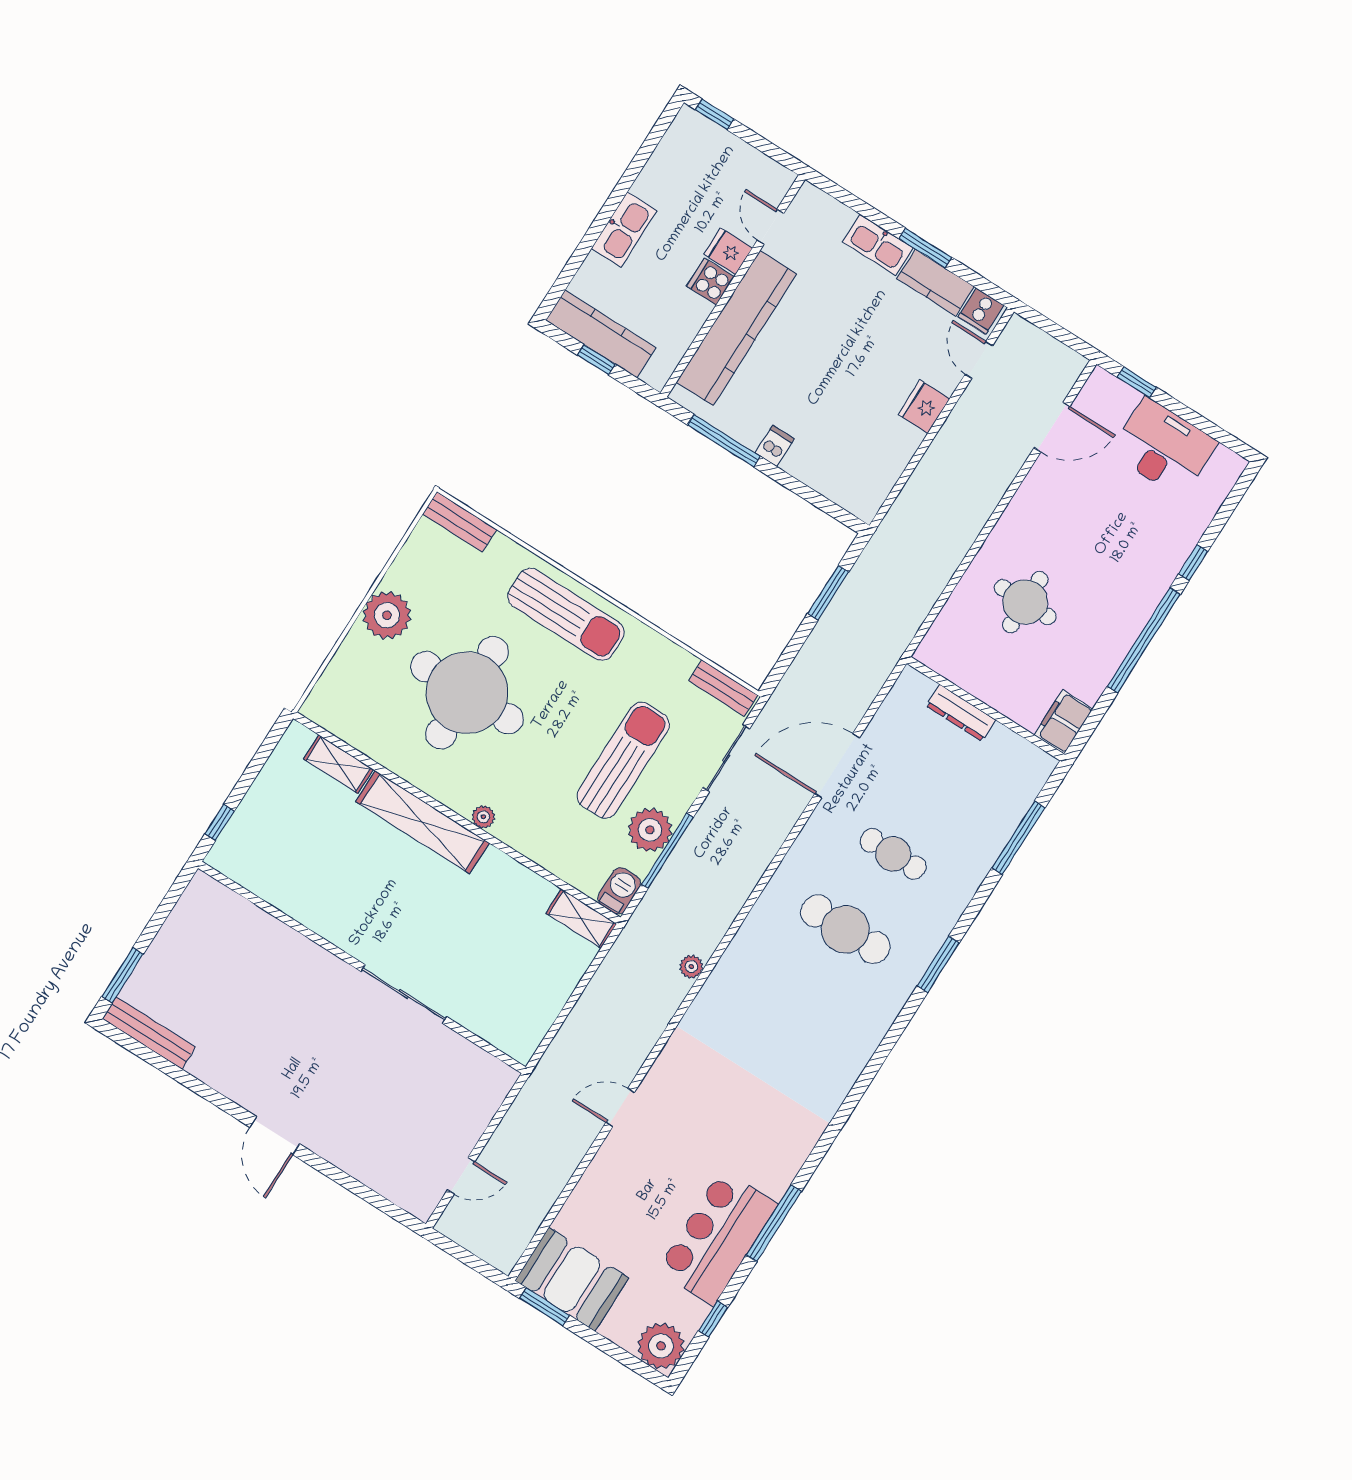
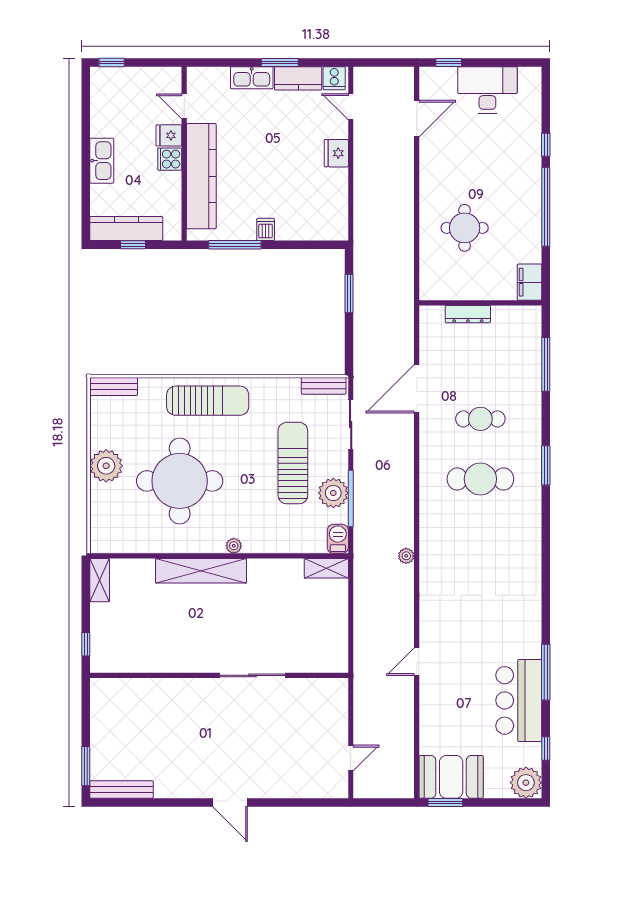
shelving: (338, 764) -> (100, 580), moved, turned 90

